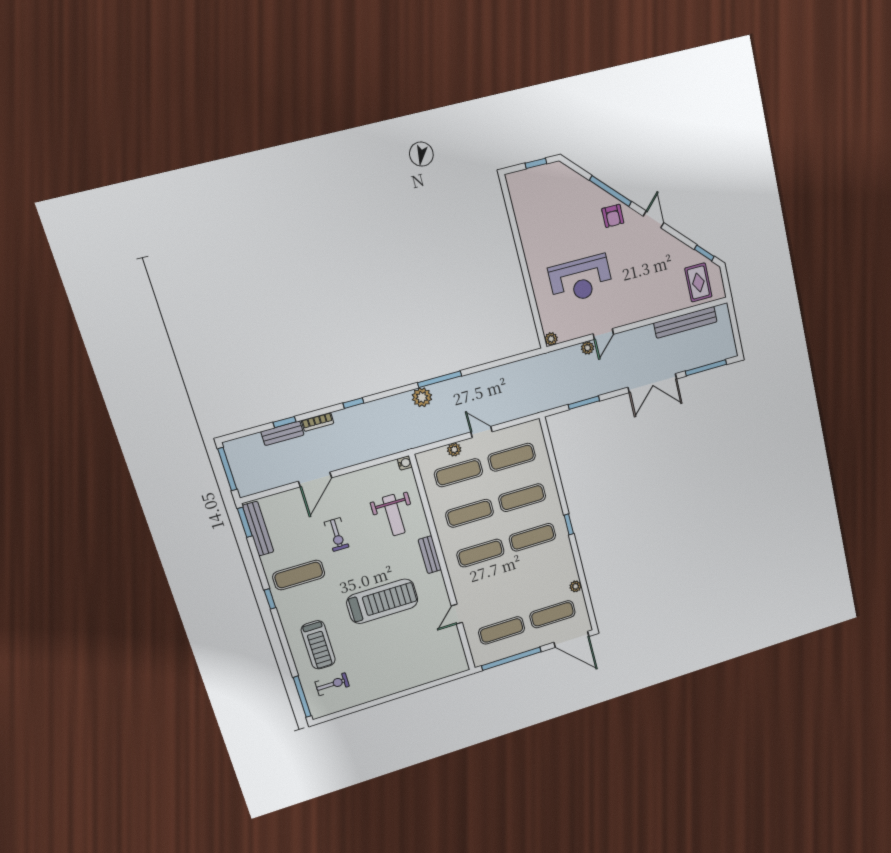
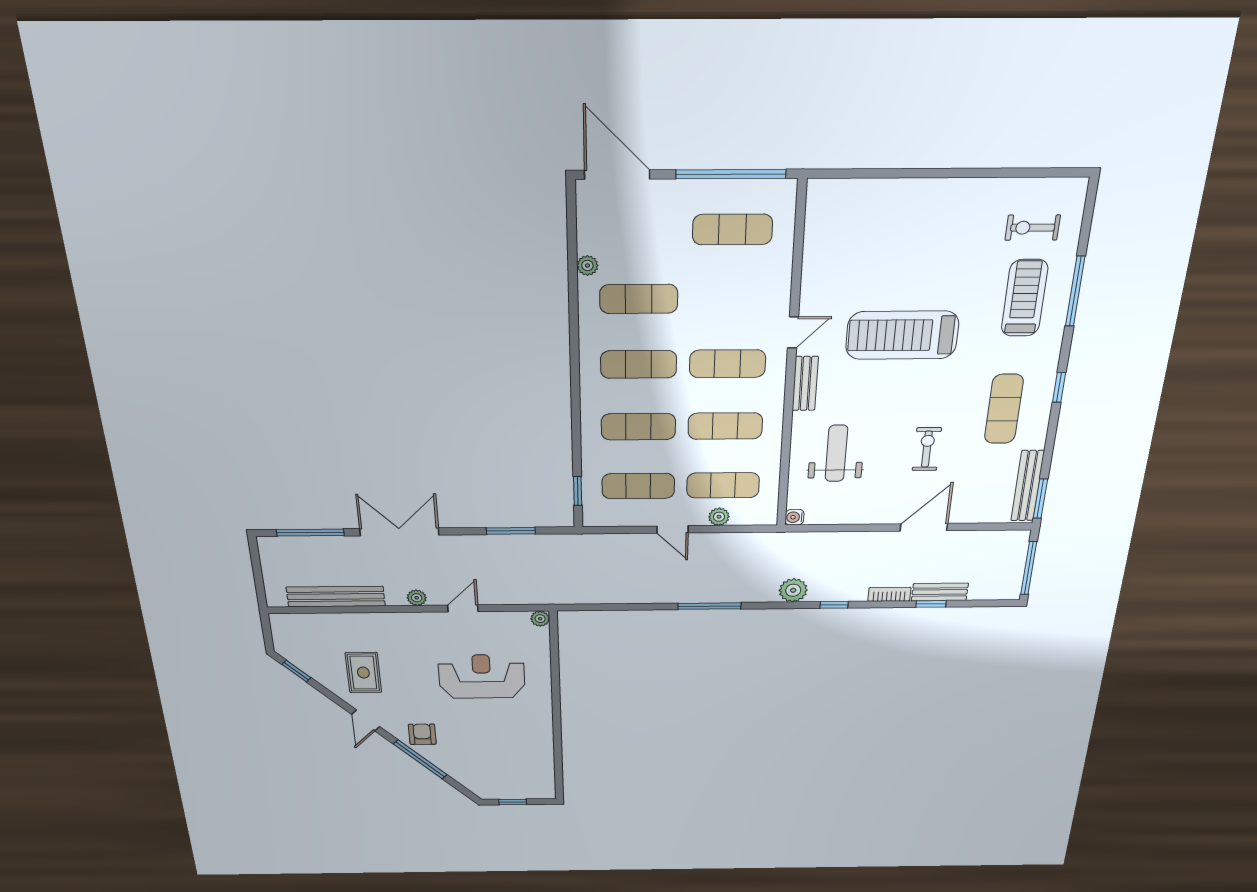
rug: (698, 282) -> (363, 673), moved
plant: (588, 348) -> (417, 598), moved
plant: (422, 397) -> (793, 590), moved
window: (569, 524) -> (578, 491), moved
exercise mat: (299, 575) -> (1004, 409), turned 90
door: (457, 614) -> (793, 332), moved
exercise mat: (553, 614) -> (639, 299), moved
window: (302, 697) -> (1075, 291), moved

